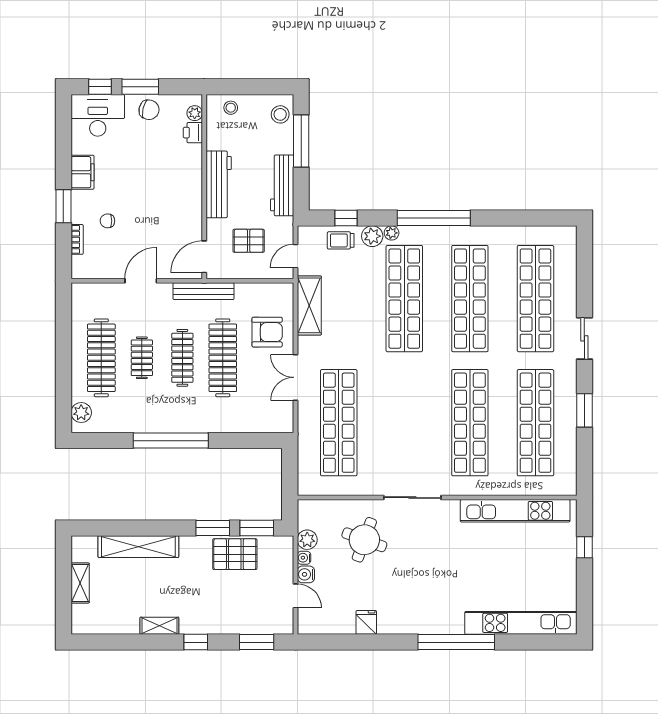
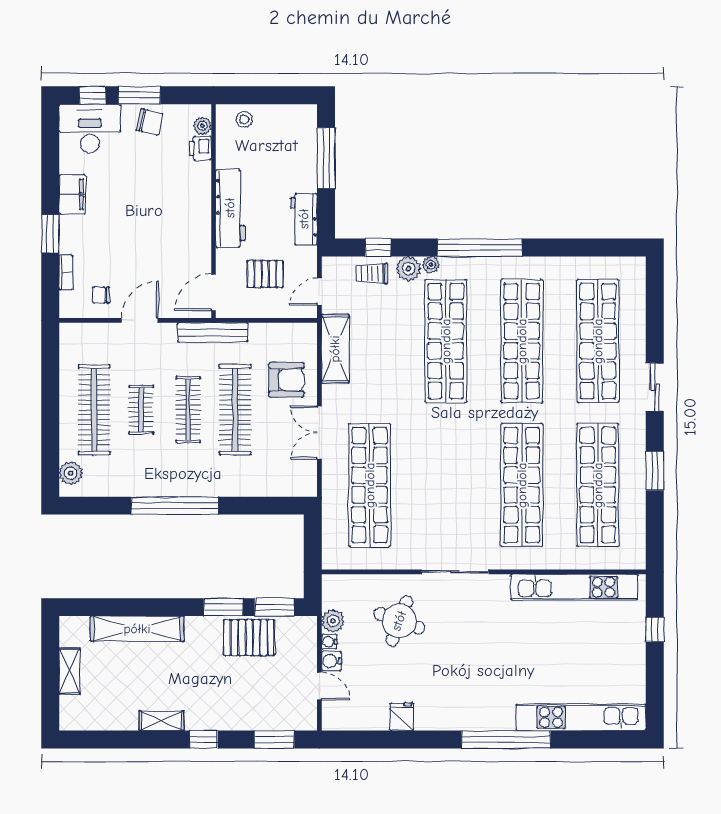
stool: (280, 114) -> (302, 127), removed
workbench: (282, 185) -> (304, 219), width x0.73
chair: (107, 221) -> (101, 295), moved

